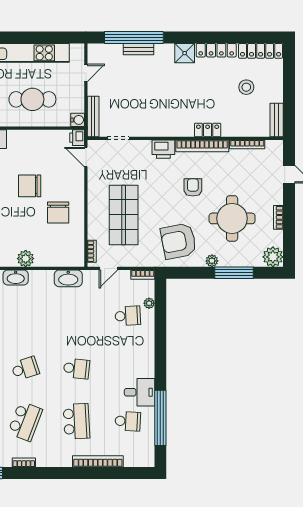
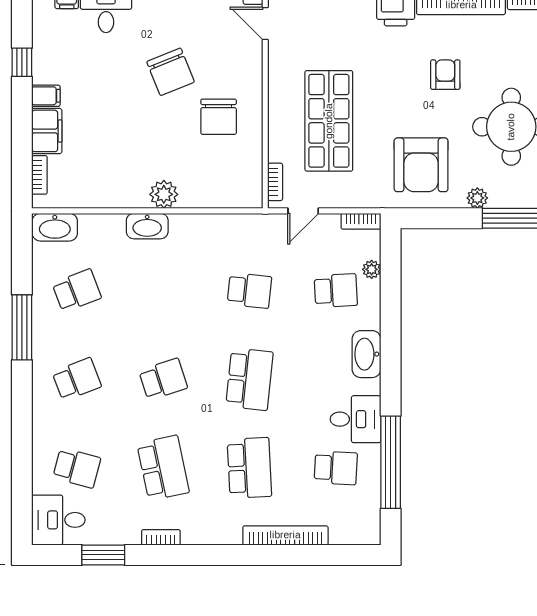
chair: (30, 186) -> (171, 72), turned -112
armchair: (178, 241) -> (421, 165), turned -79
washbasin: (68, 278) -> (366, 354), moved, turned 90
school desk: (76, 316) -> (249, 291), added
school desk: (76, 369) -> (249, 379), width x1.85
school desk: (25, 421) -> (163, 468), turned -33

